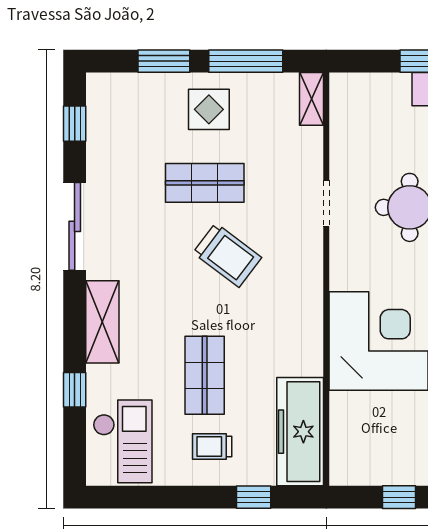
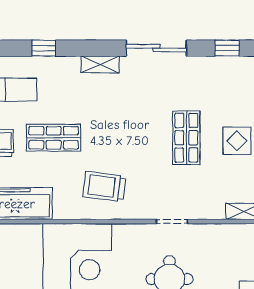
trolley: (227, 255) -> (104, 186), moved, turned 60
shelving: (102, 322) -> (100, 64), width x0.67, depth x0.75

